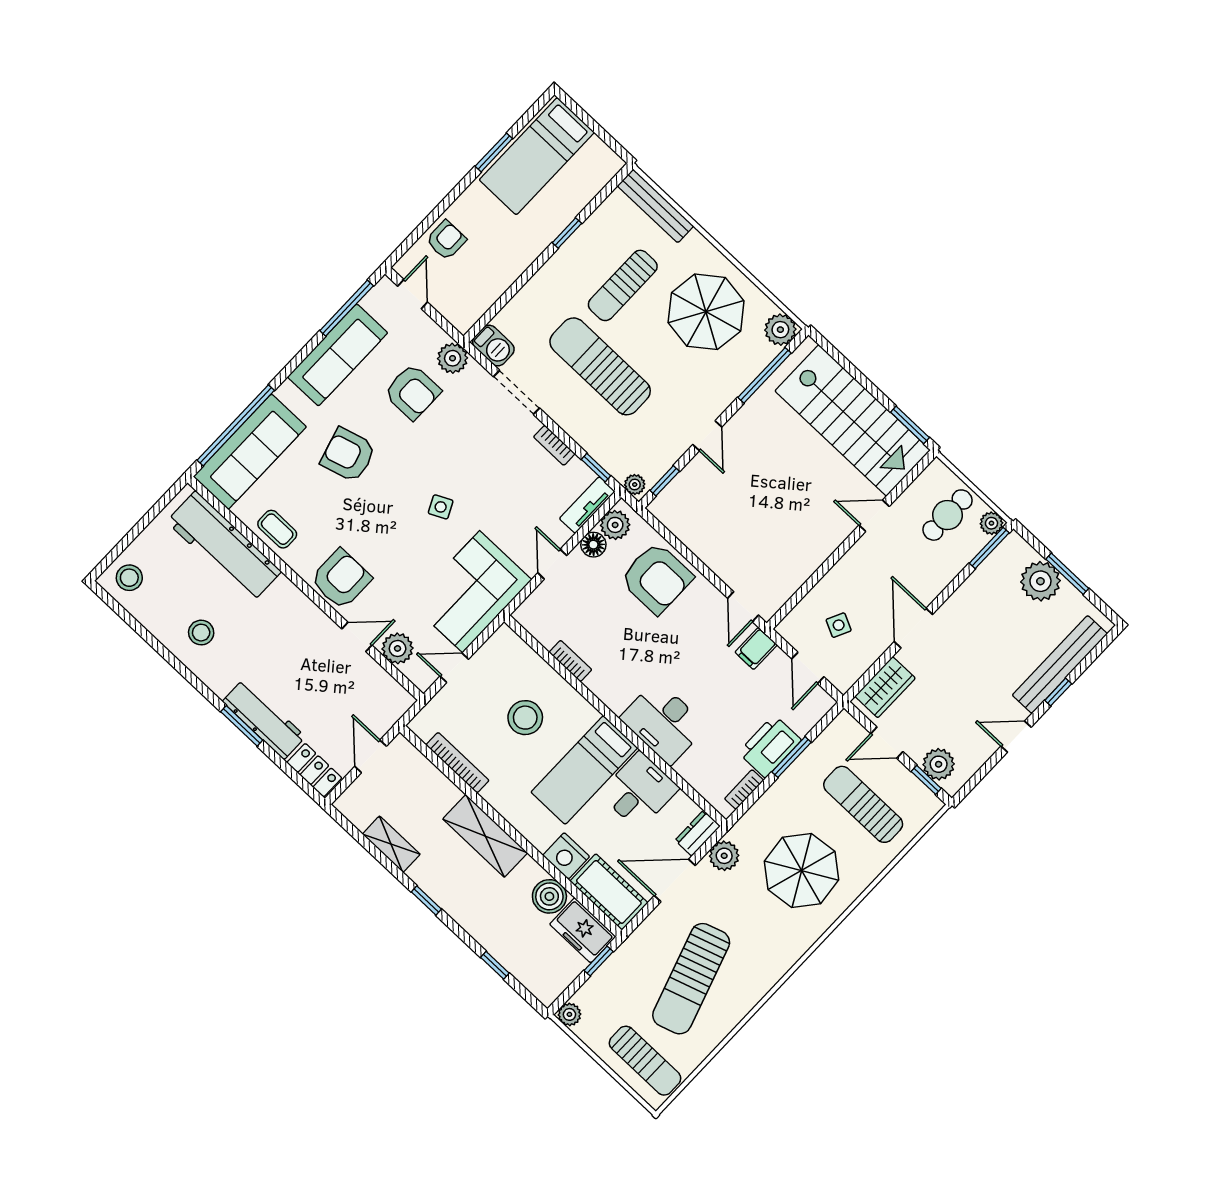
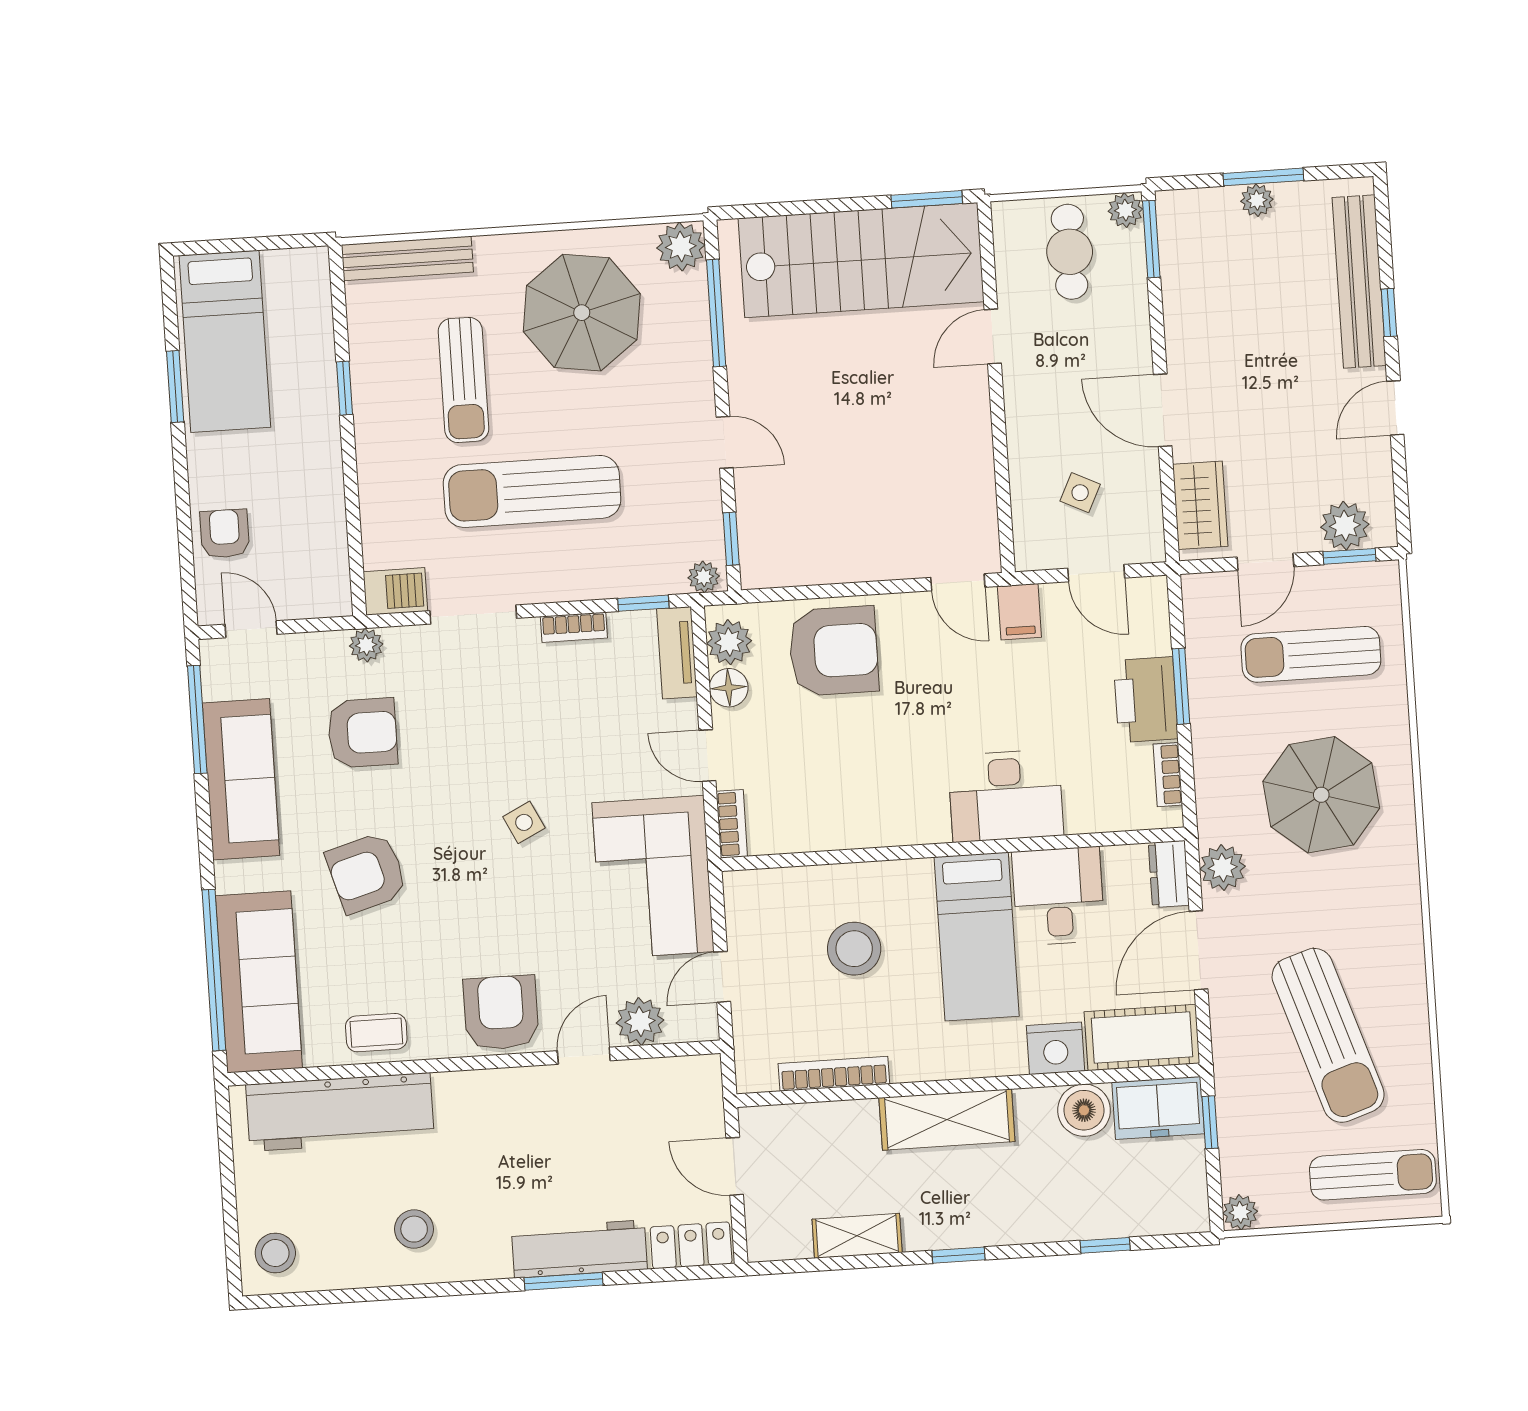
plant: (453, 358) -> (366, 645), width x0.73, depth x0.73
plant: (1040, 581) -> (1257, 200), width x0.53, depth x0.53
bookcase: (570, 661) -> (732, 824), moved, turned 90

